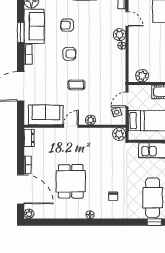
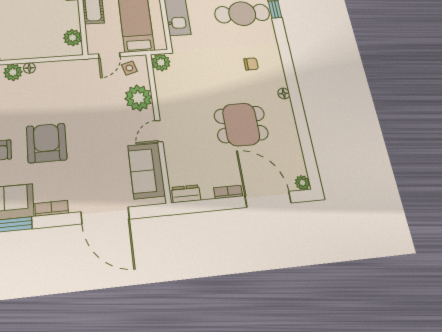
armchair: (69, 54) -> (47, 143), width x1.88, depth x1.88
coffee table: (76, 85) -> (95, 128), removed
door: (127, 100) -> (109, 55), hinge flipped
plant: (91, 120) -> (138, 98), width x1.88, depth x1.88
door: (71, 126) -> (159, 131), hinge flipped
door: (21, 189) -> (268, 199), hinge flipped

